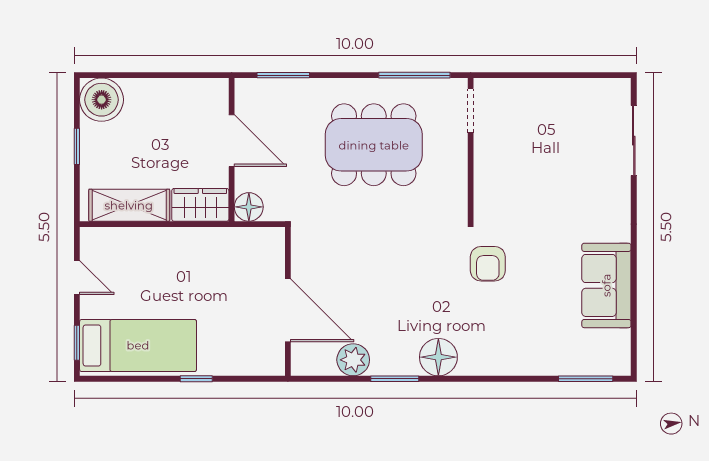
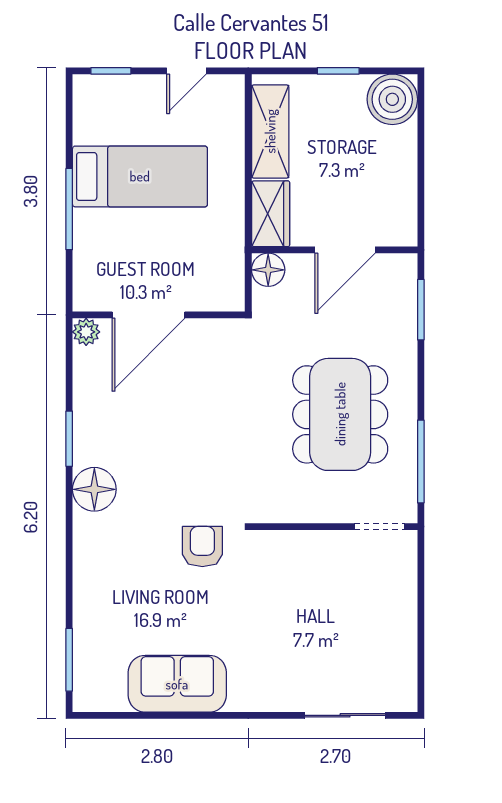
armchair: (488, 264) -> (202, 546), turned 90
bed: (138, 345) -> (140, 176), moved, turned -90
plant: (353, 360) -> (86, 332), moved, width x0.73, depth x0.73
window: (196, 379) -> (69, 209), width x2.17

